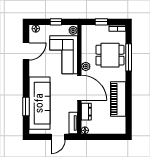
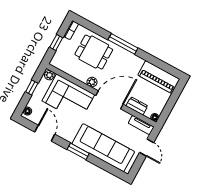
dining table: (110, 55) -> (94, 52), turned 90
window: (129, 57) -> (123, 44), moved
piano: (118, 99) -> (159, 77), moved
window: (26, 106) -> (78, 151), moved

